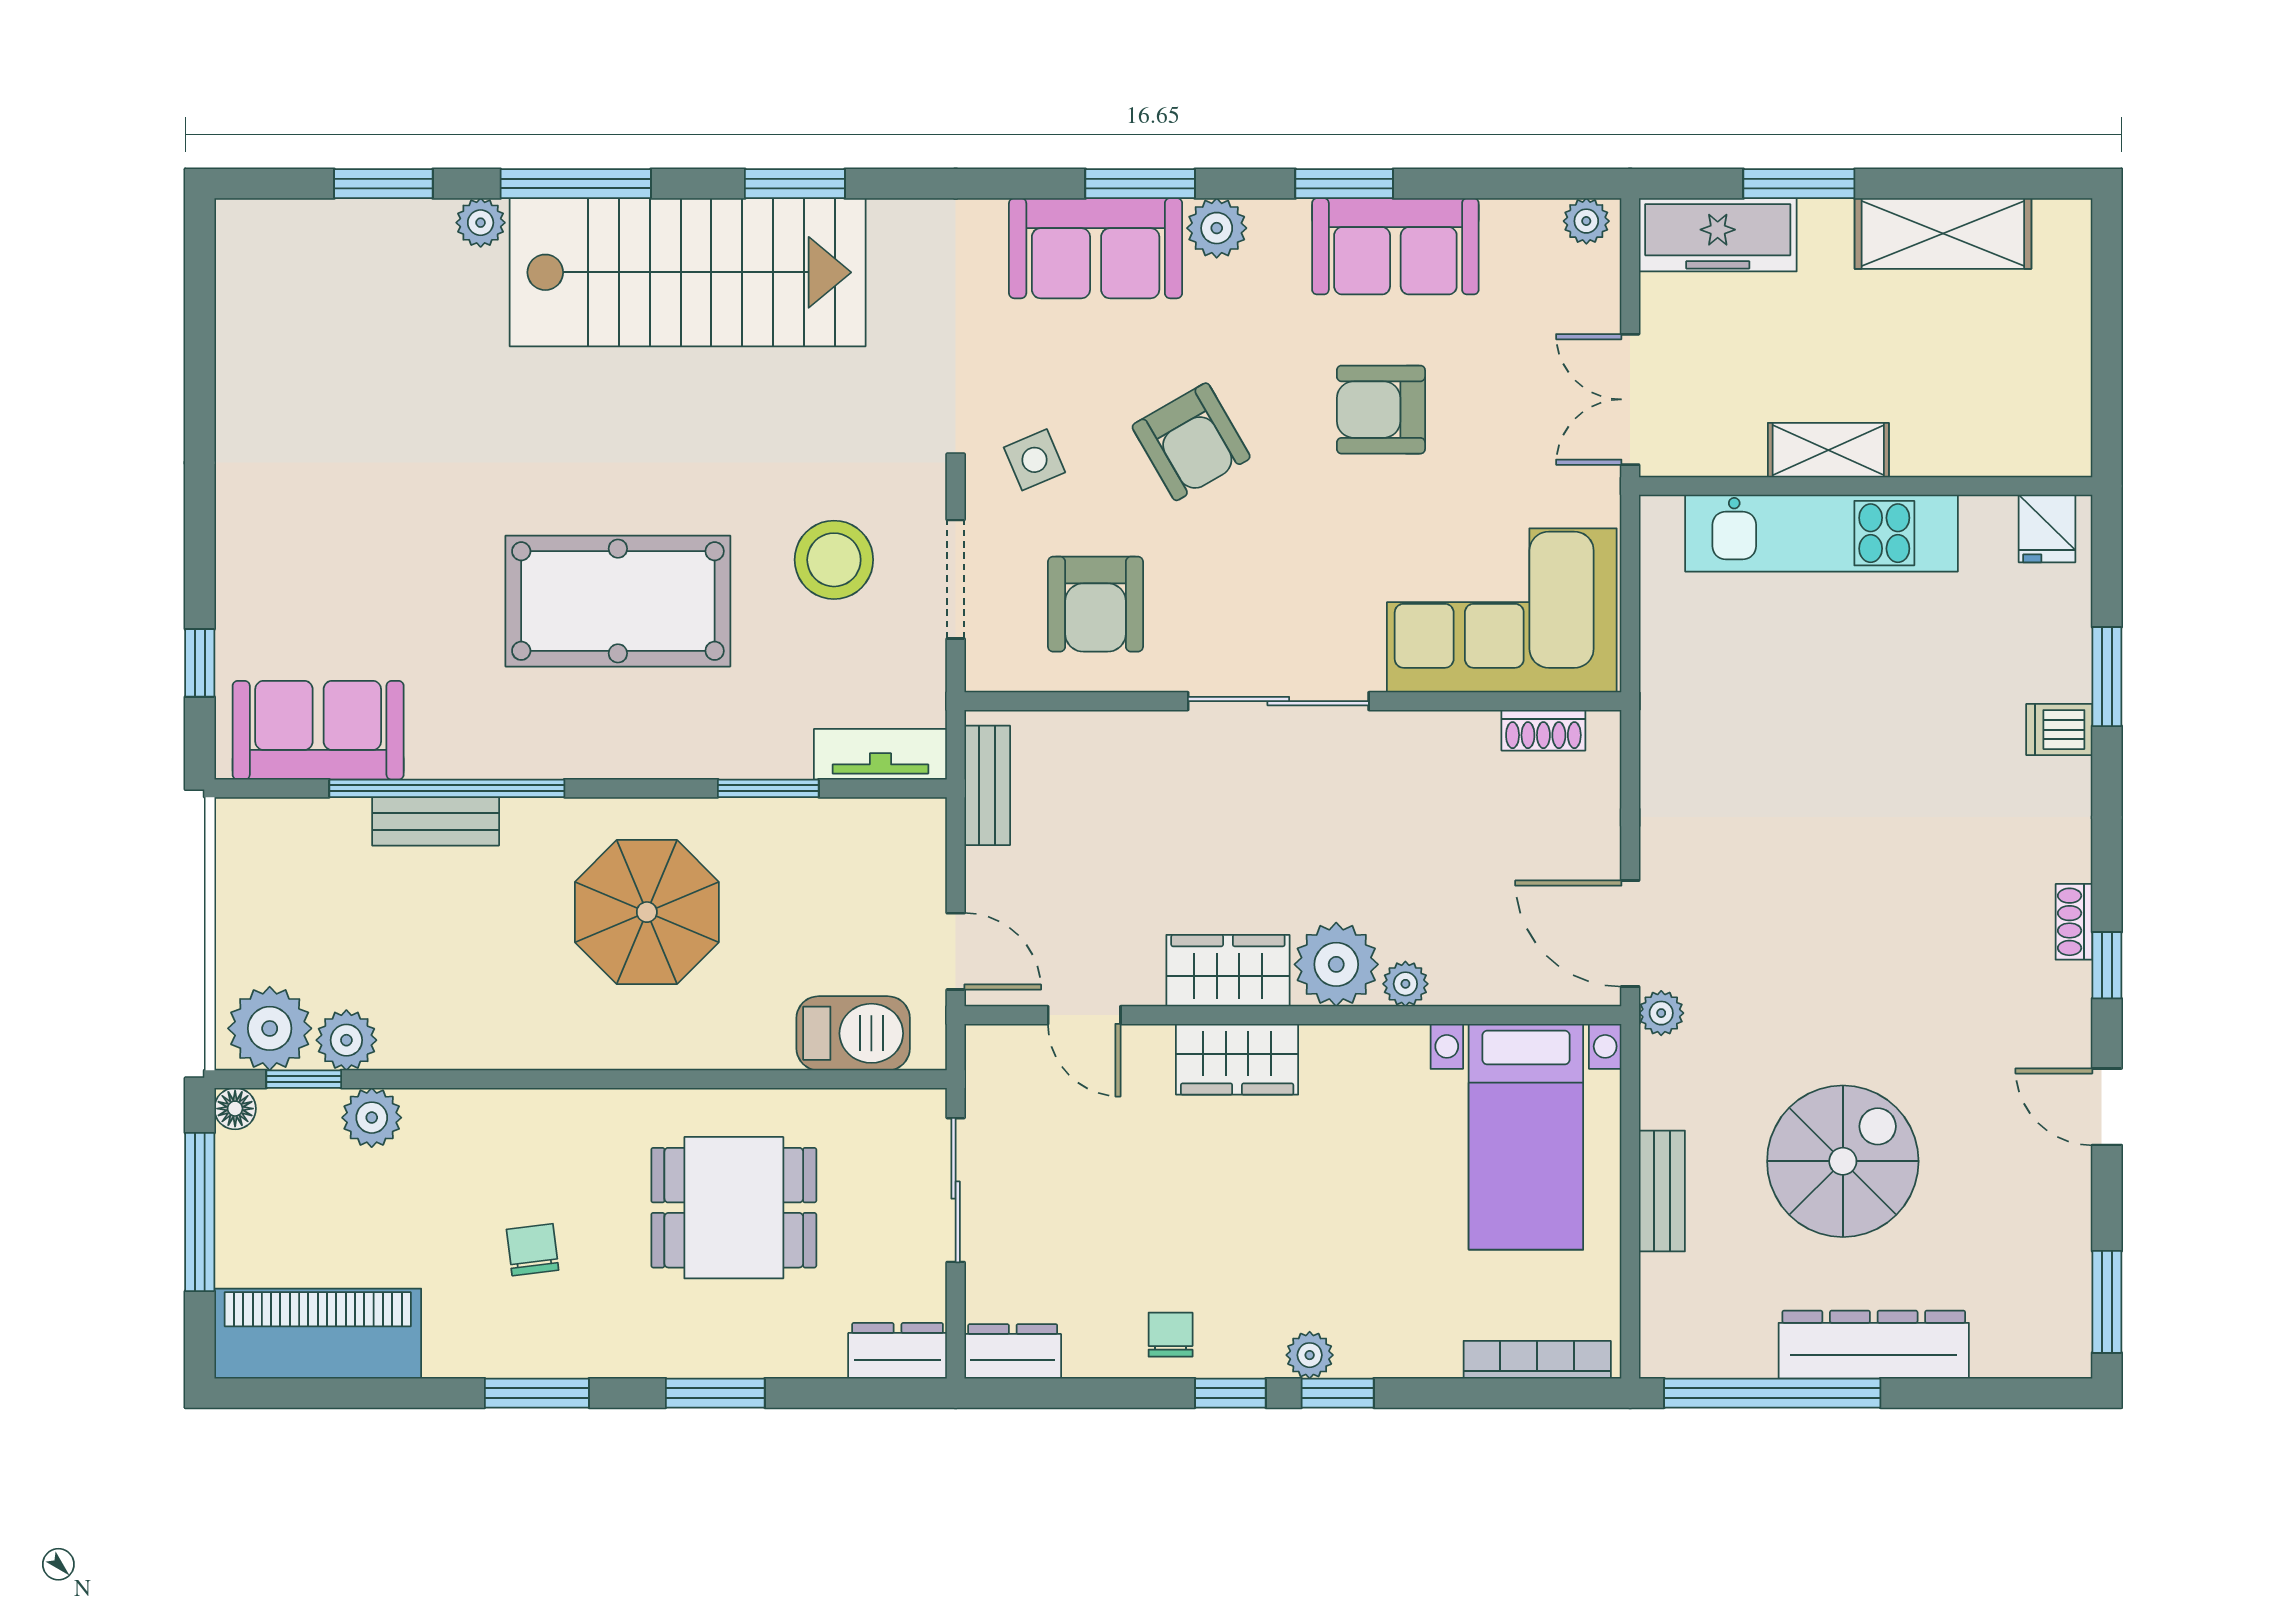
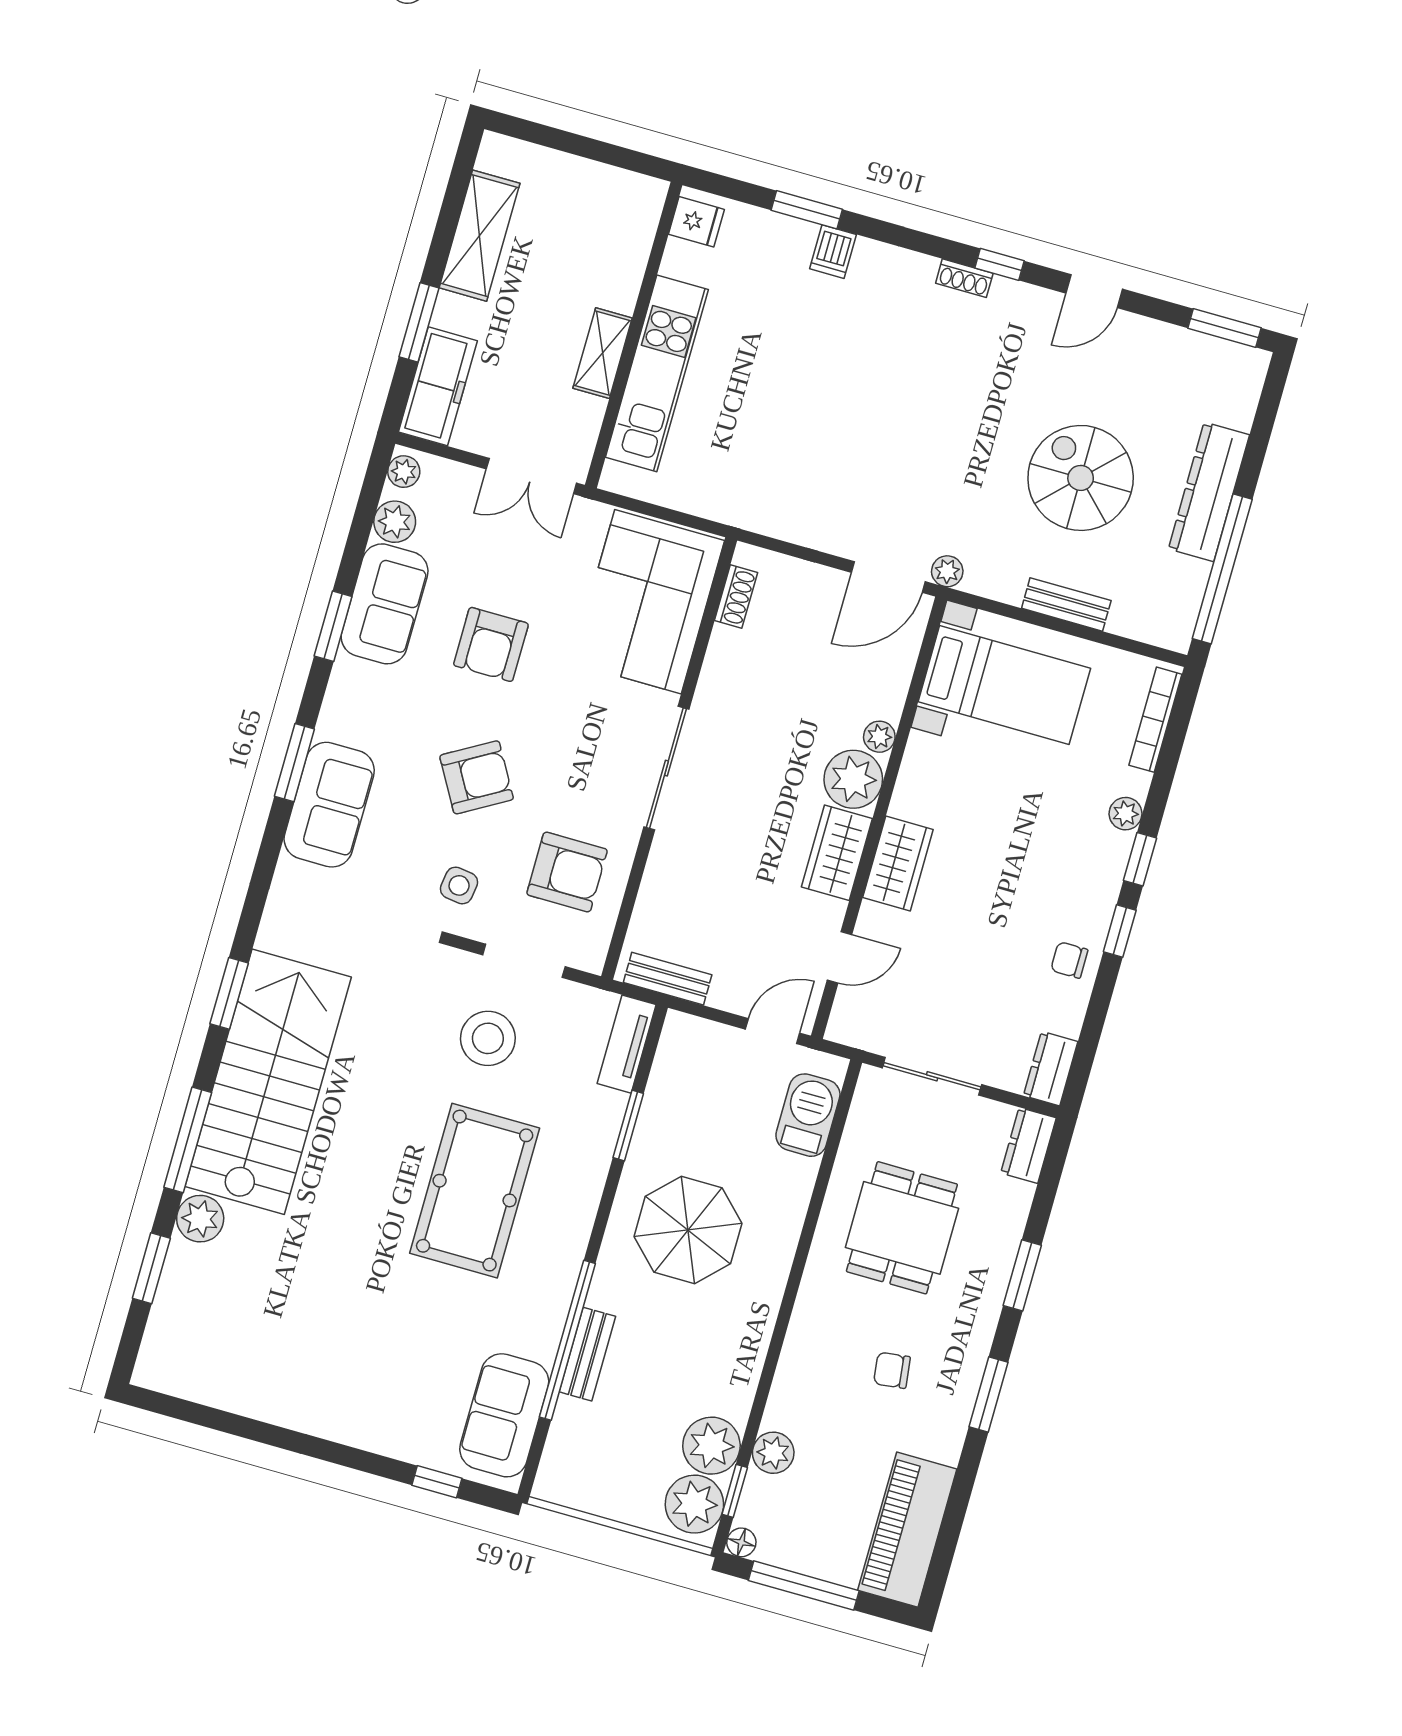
plant: (481, 223) -> (200, 1219), width x1.38, depth x1.38
plant: (1217, 228) -> (395, 522), moved
side table: (1034, 460) -> (459, 885), turned 31
plant: (346, 1040) -> (711, 1446), width x1.36, depth x1.36
plant: (1310, 1355) -> (1125, 814), moved

